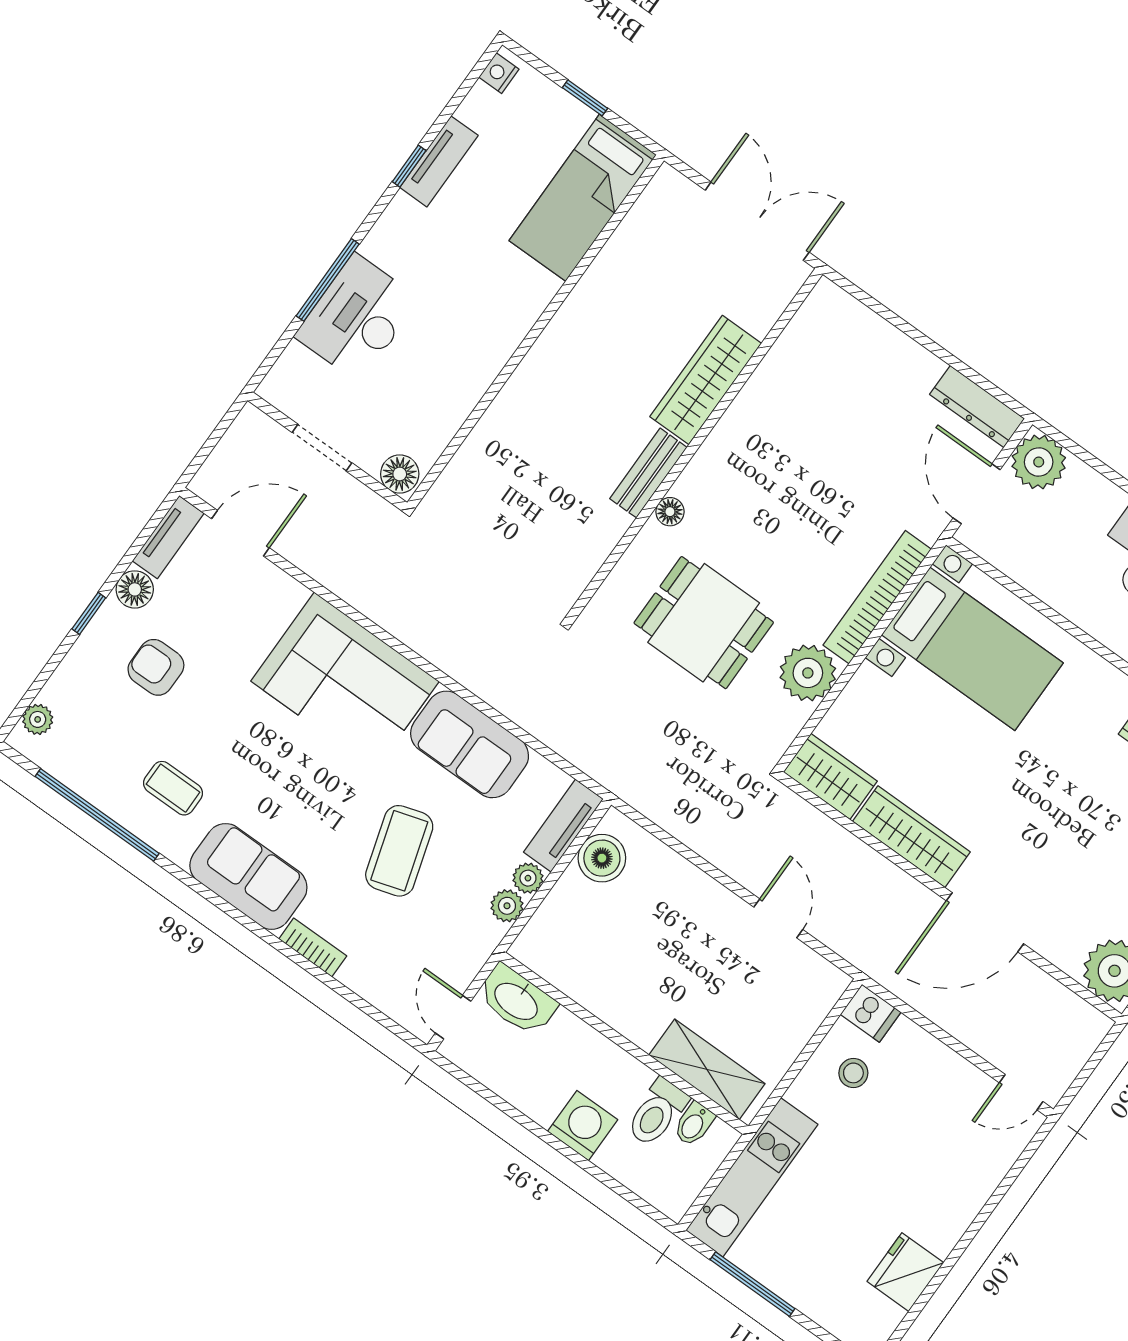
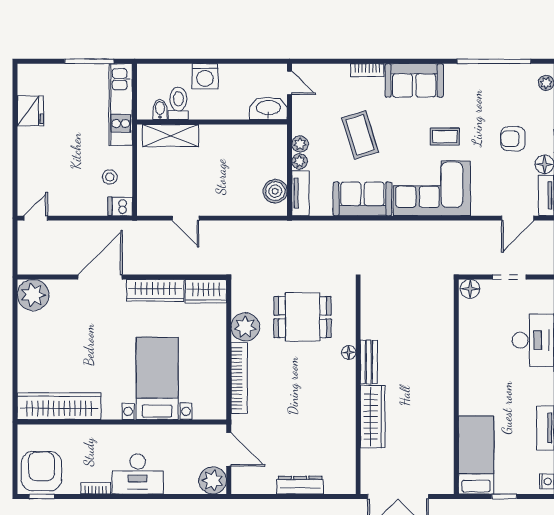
dresser: (977, 406) -> (300, 485), moved
bed with nightstands: (972, 649) -> (157, 378), moved, turned 90
armchair: (156, 667) -> (513, 139), turned 180
coffee table: (173, 788) -> (445, 137), moved

